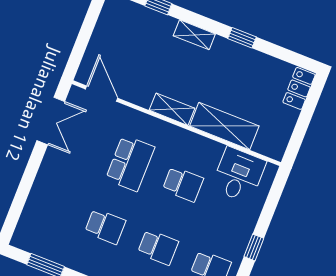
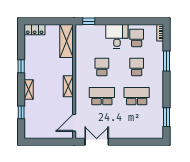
shelving: (224, 126) -> (66, 41), moved
desk: (239, 175) -> (117, 36), moved, turned 90
school desk: (105, 226) -> (137, 96), width x1.85
window: (254, 247) -> (89, 21), moved

